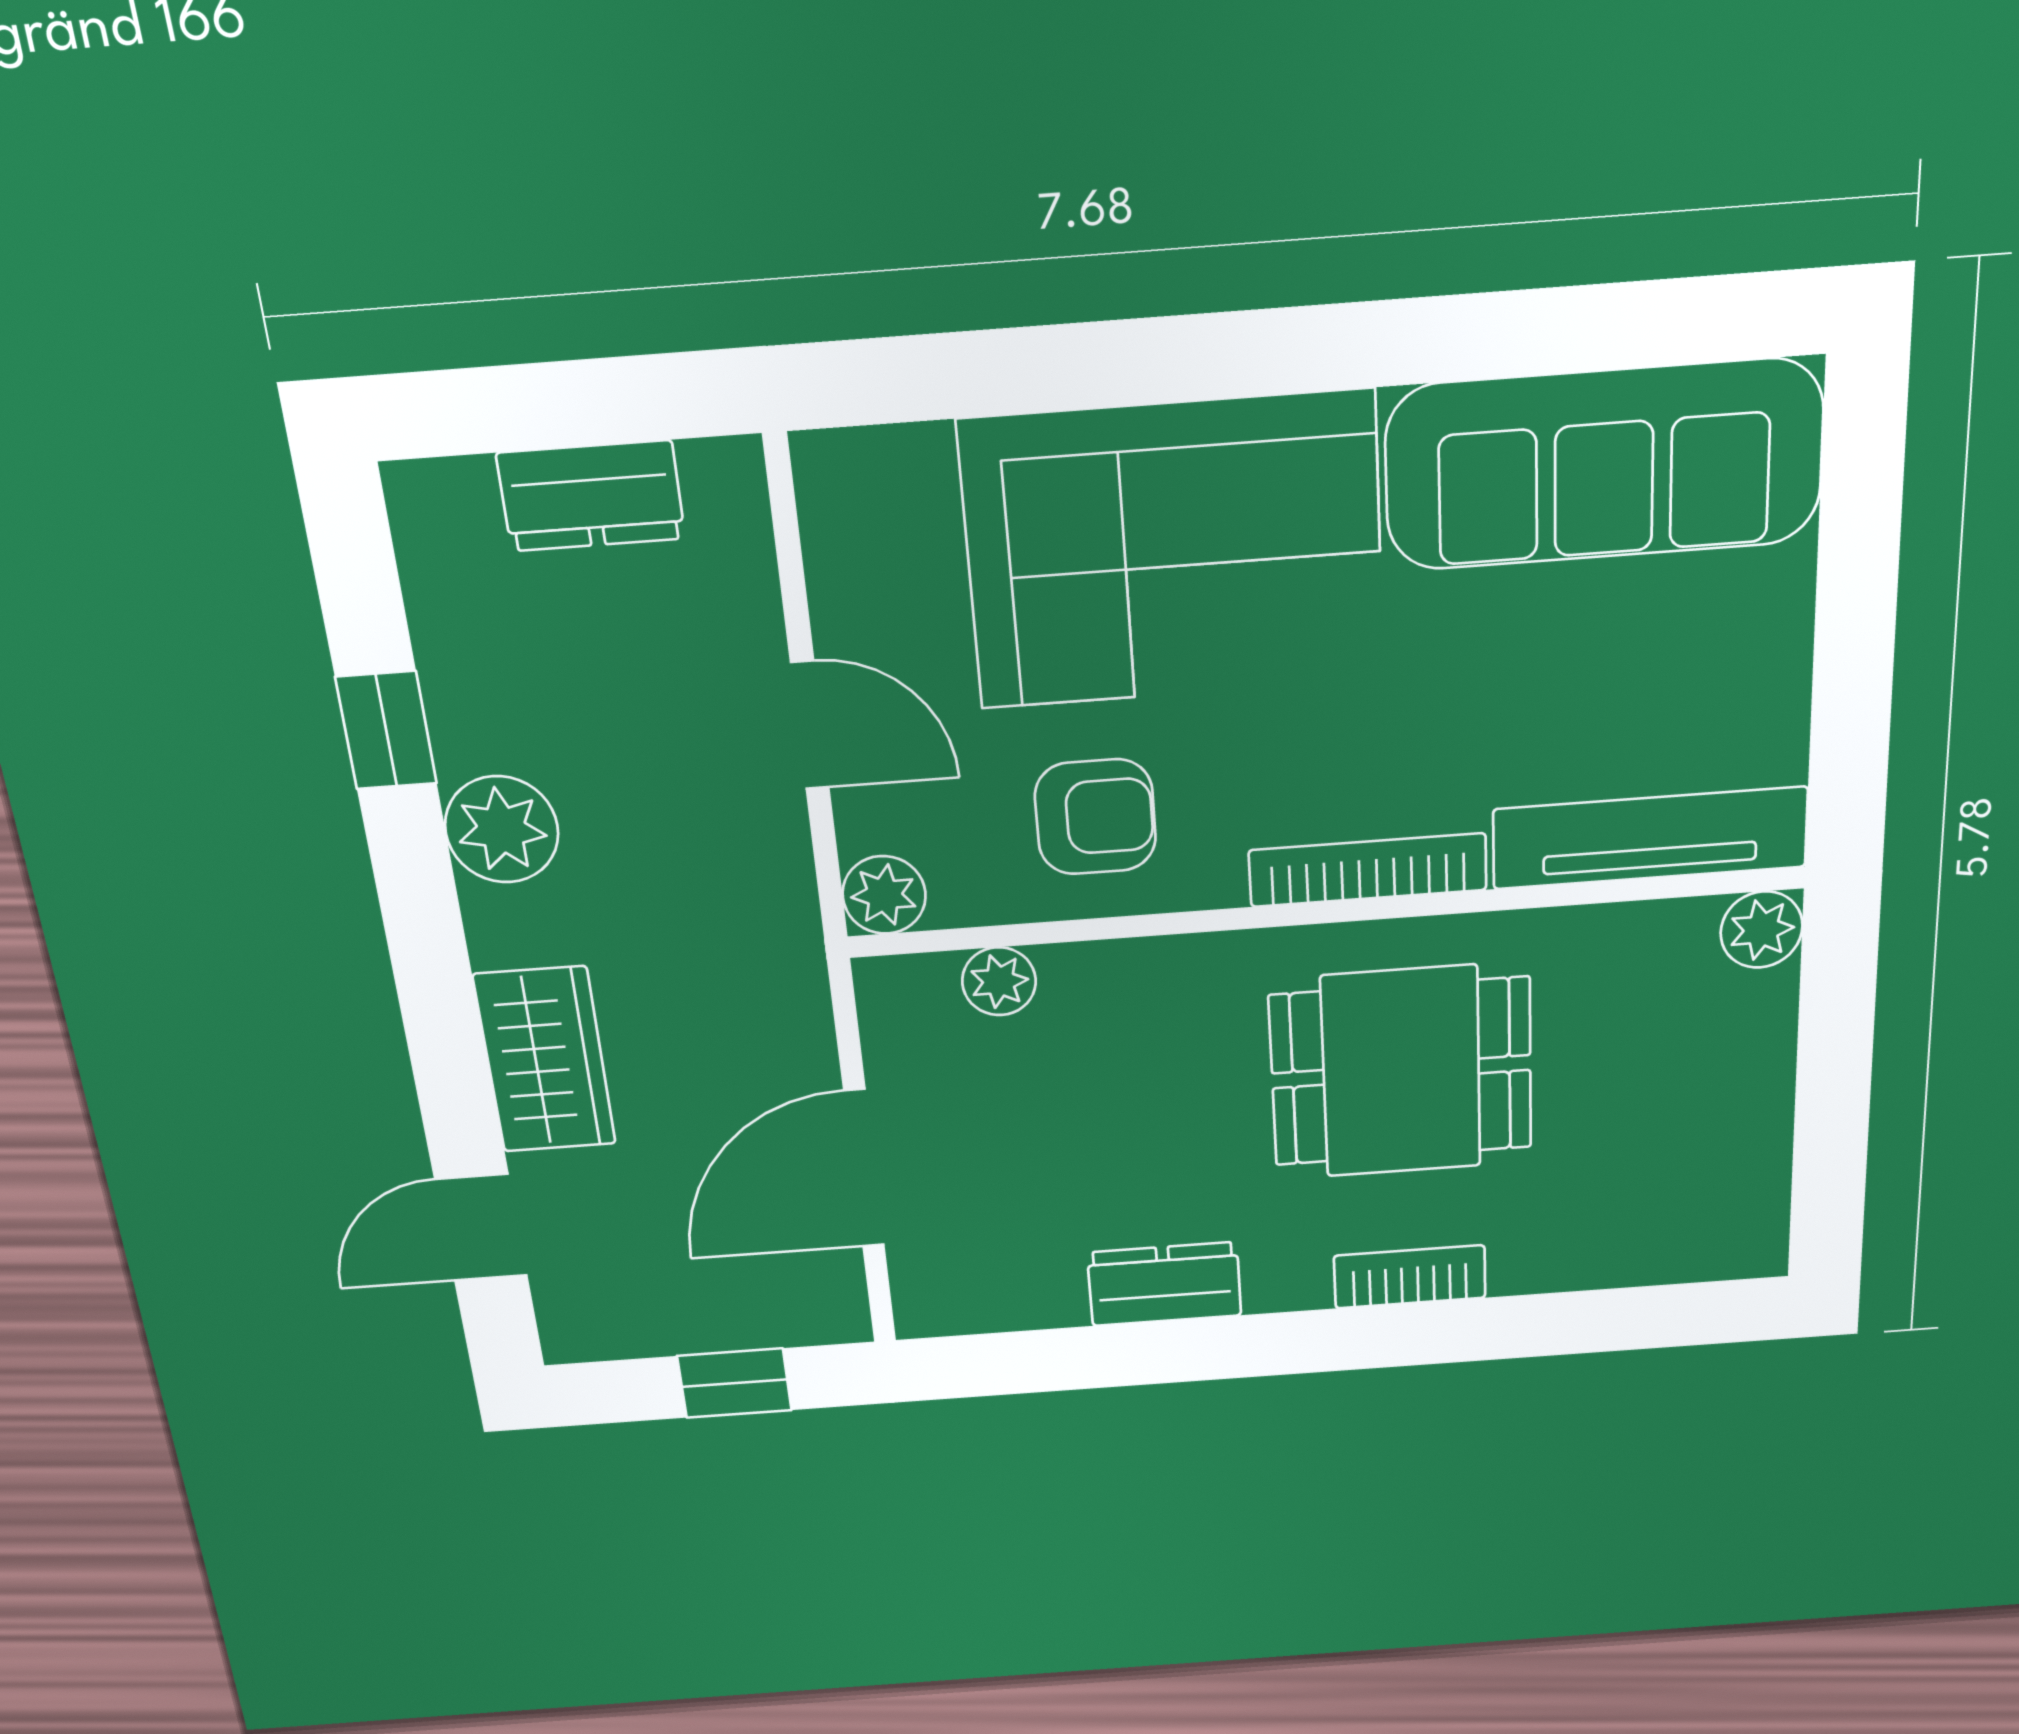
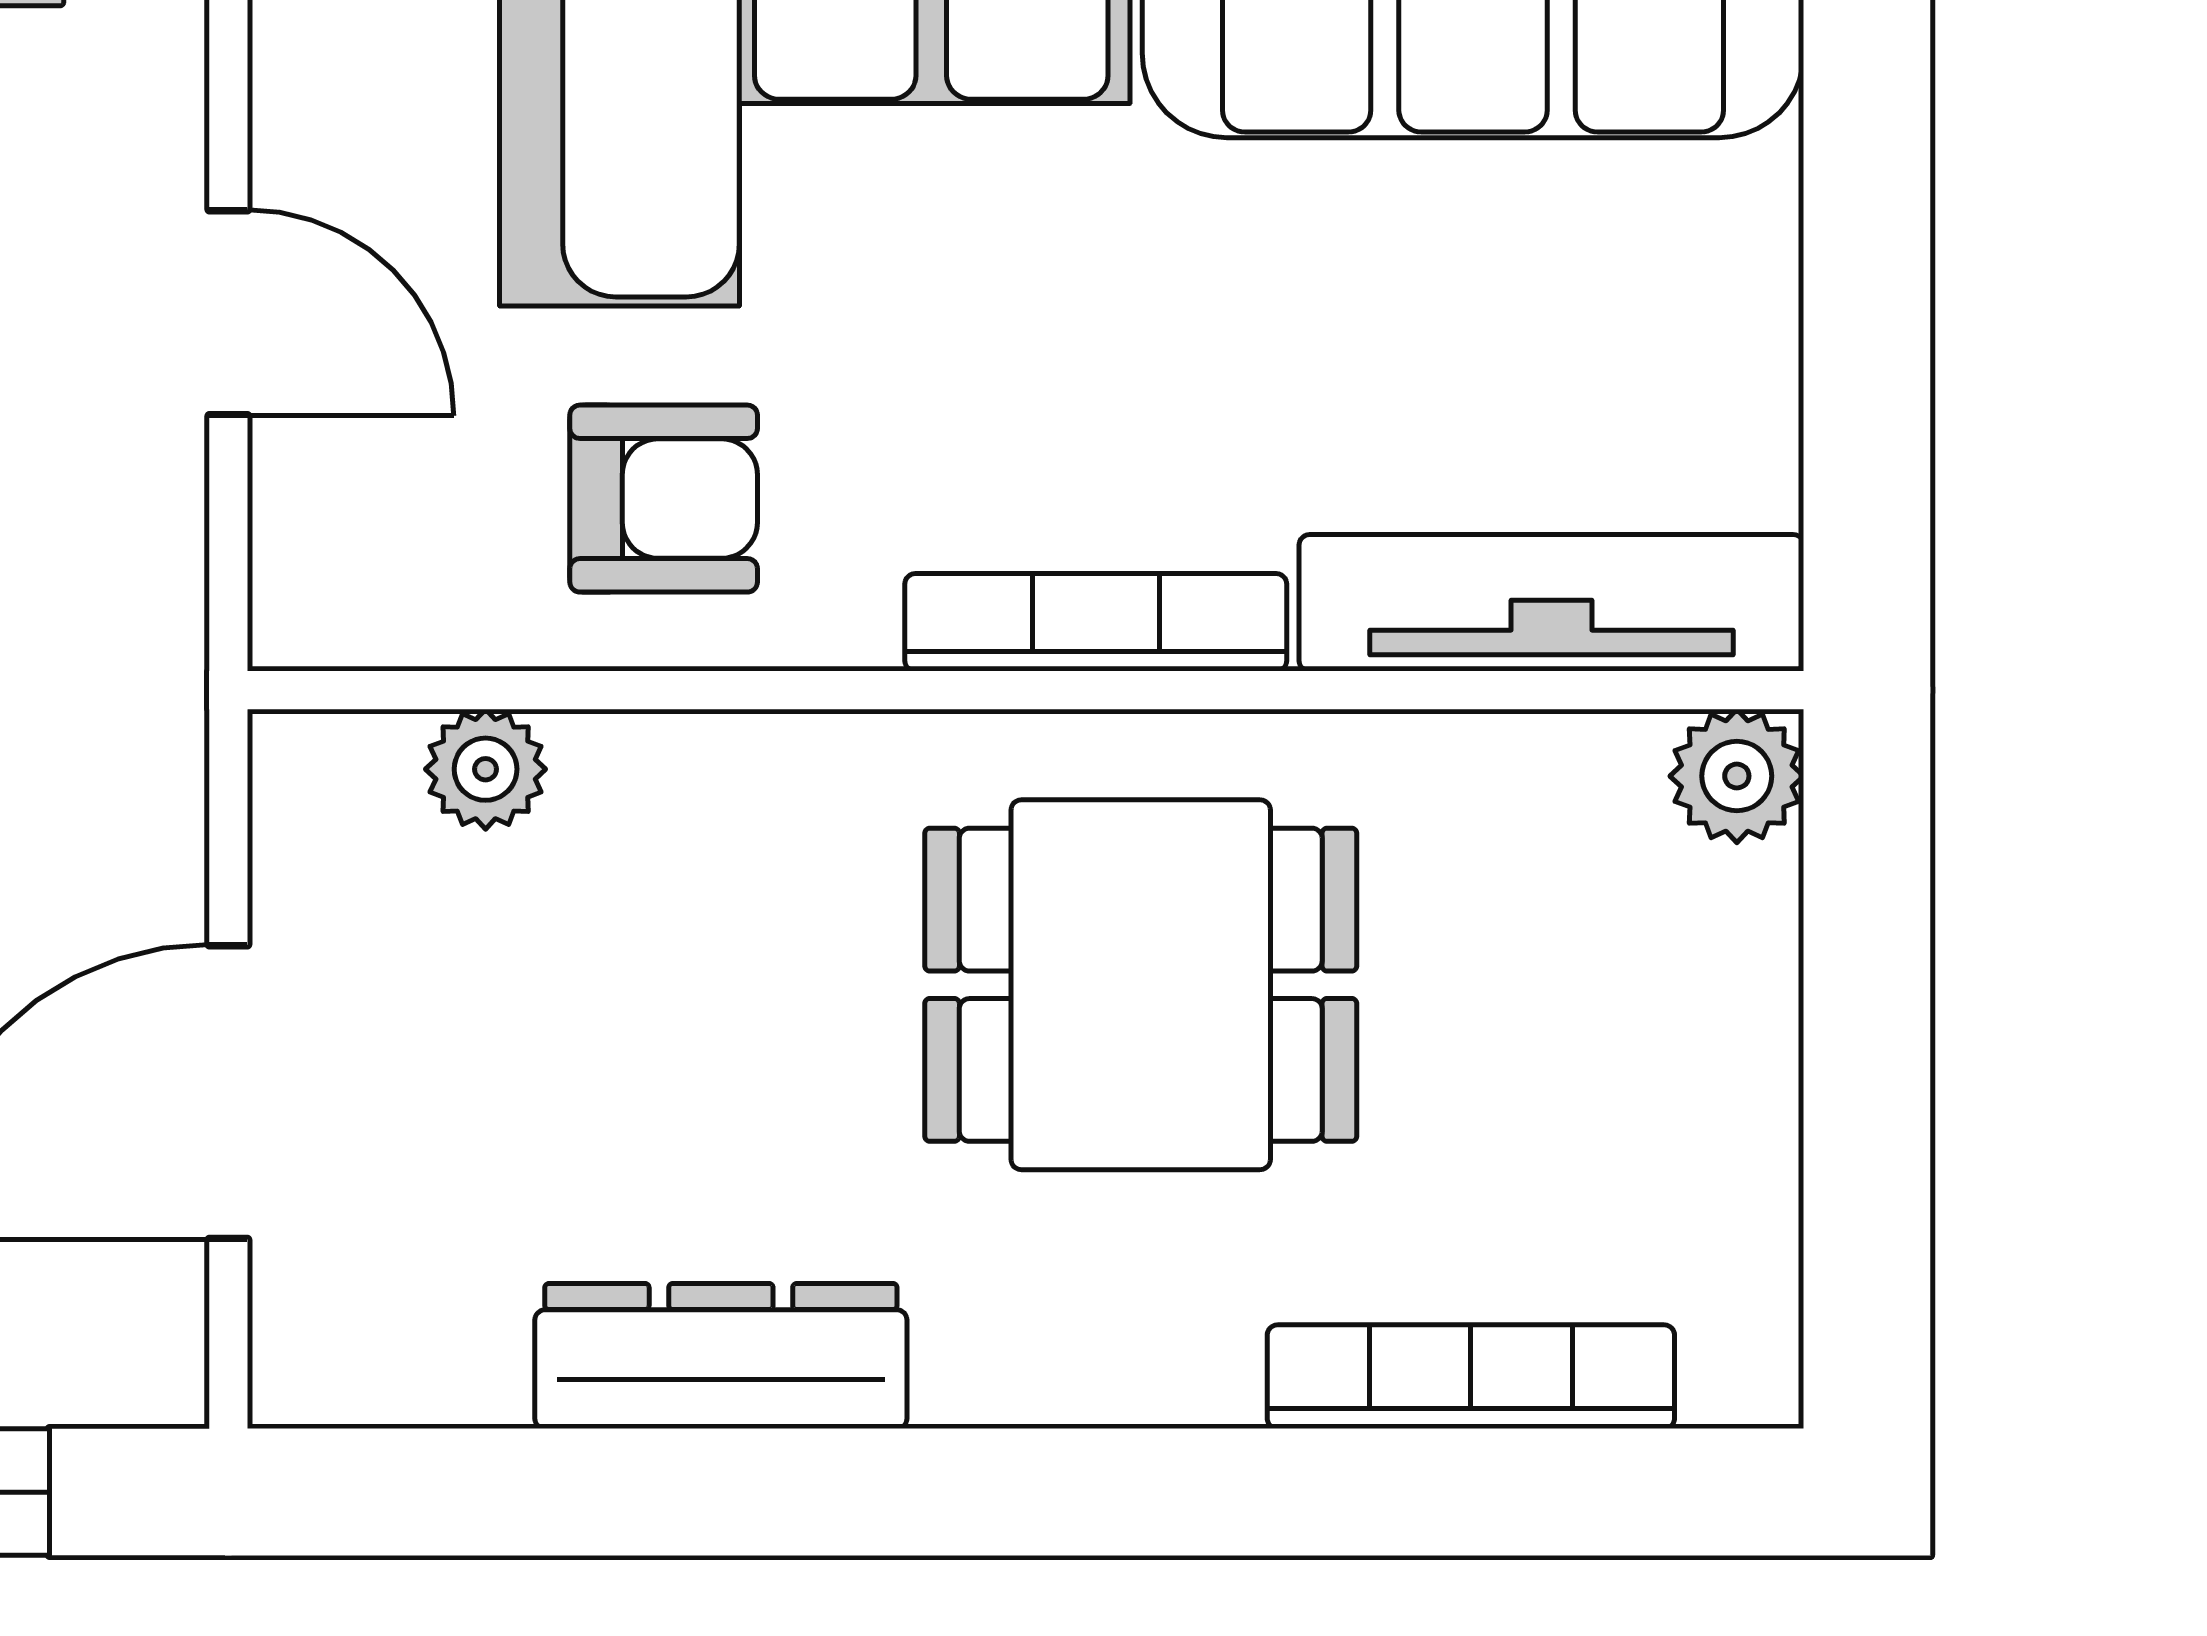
plant: (884, 895) -> (314, 604), removed
bookcase: (1410, 1277) -> (1471, 1377), moved, width x1.56
dresser: (1164, 1284) -> (721, 1356), width x1.44

